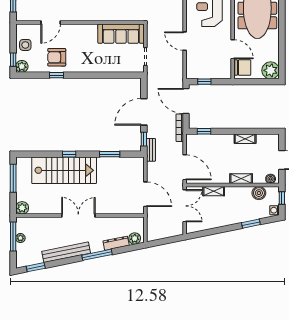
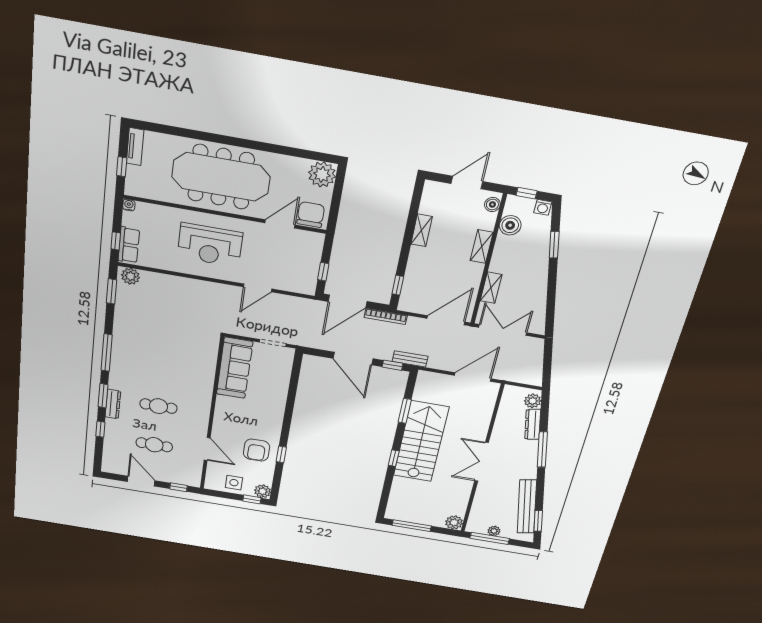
stairs: (64, 170) -> (421, 442), moved
bench: (66, 252) -> (527, 507), moved

